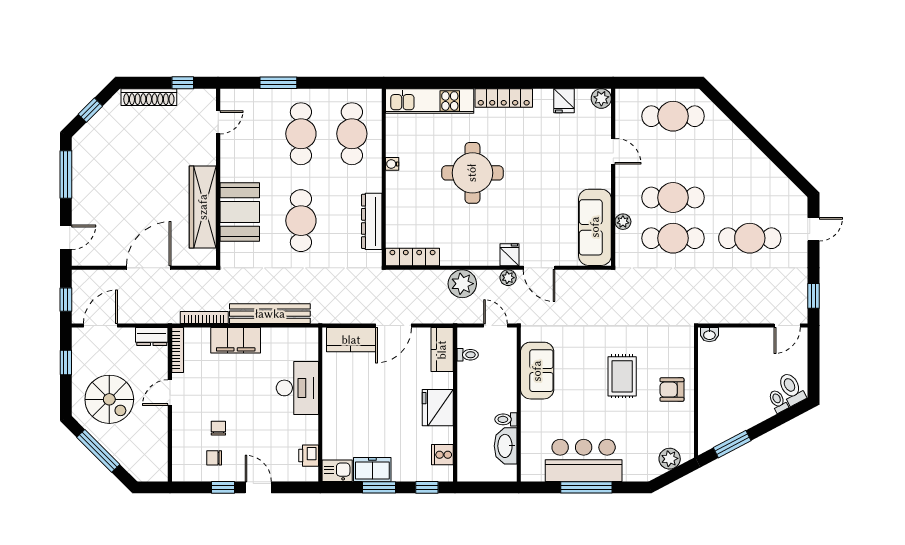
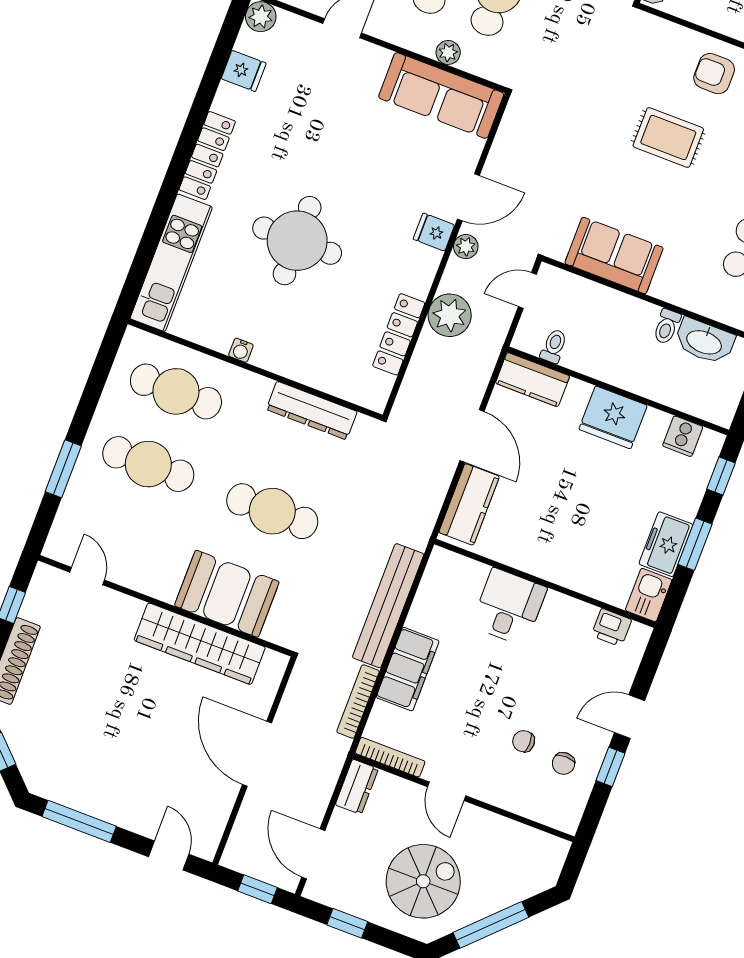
locker: (412, 257) -> (399, 334), moved
desk: (297, 388) -> (509, 607), width x0.73
armchair: (672, 390) -> (714, 74), turned 90

